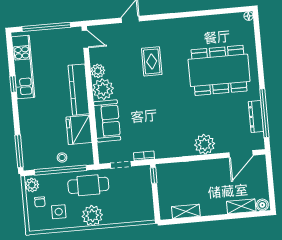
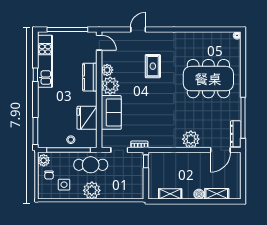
kitchen counter: (79, 90) -> (90, 77), width x0.67
dresser: (256, 116) -> (236, 134), moved
boiler: (262, 205) -> (199, 194), moved

